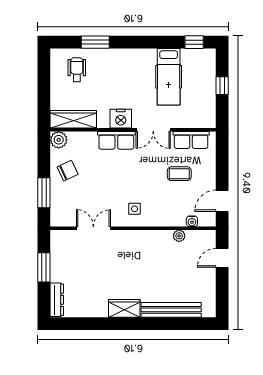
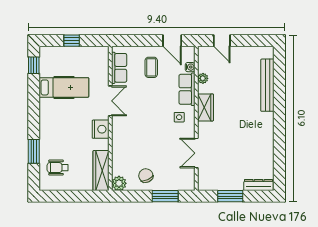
row of seats: (116, 140) -> (187, 89), moved, turned 180
coffee table: (179, 174) -> (151, 67), moved
wardrobe: (124, 308) -> (205, 107), moved, turned 180

